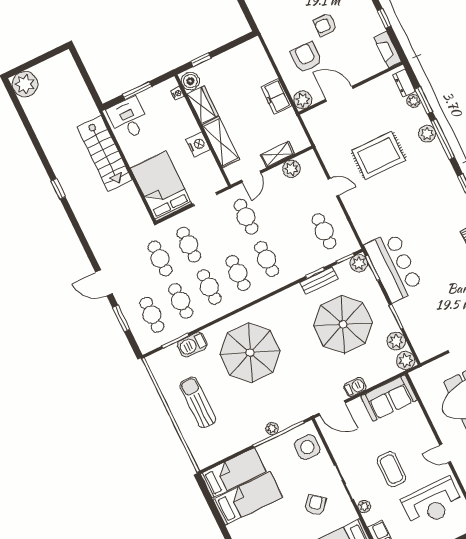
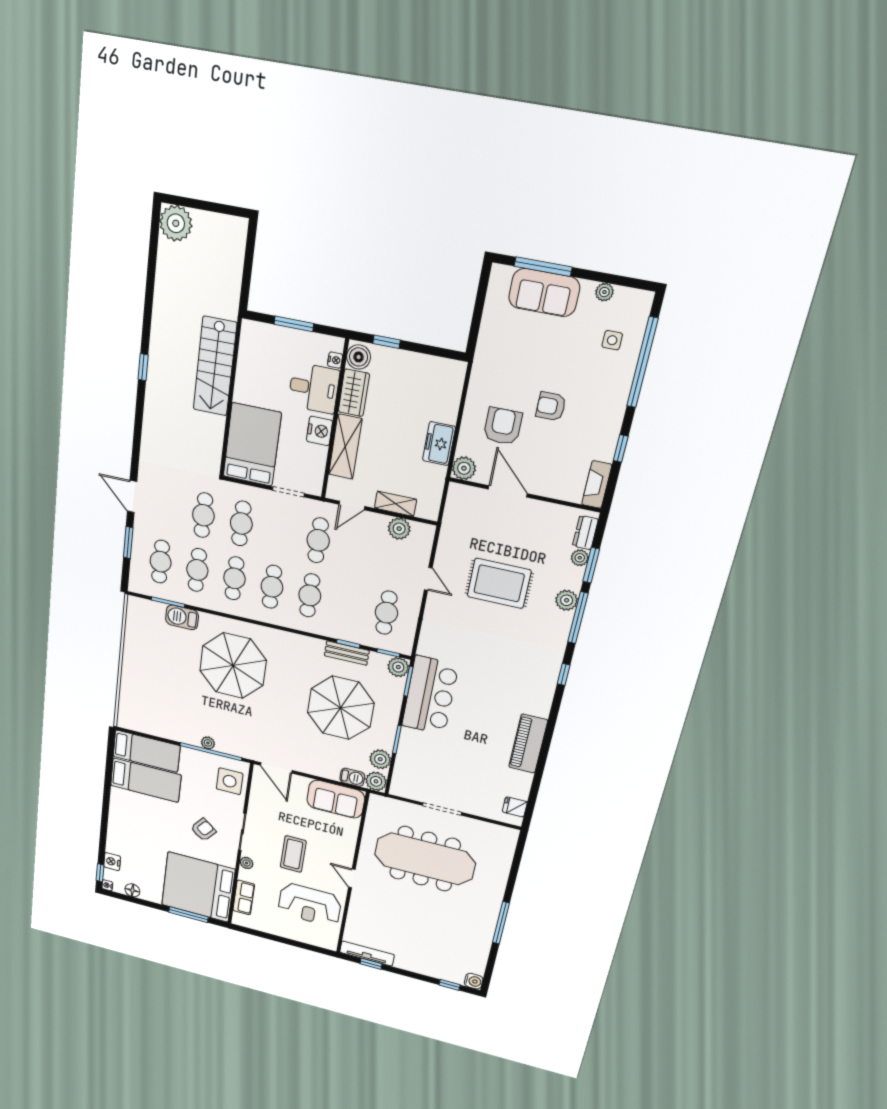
desk: (129, 118) -> (314, 388), moved, turned 90
barbecue: (355, 387) -> (352, 777), moved
sun lounger: (198, 402) -> (153, 670), removed

